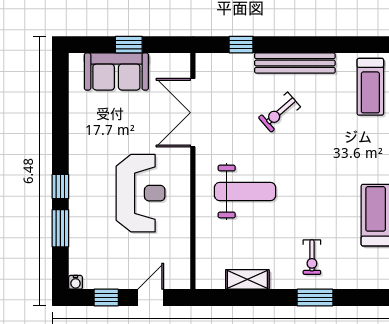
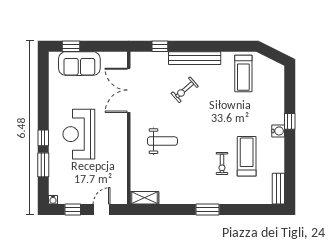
window: (129, 45) -> (71, 46), moved
weight bench: (245, 191) -> (162, 141), width x0.73, depth x0.75
reception desk: (141, 193) -> (79, 134), moved, turned 180
exercise bike: (312, 257) -> (222, 164), moved
shelving: (247, 279) -> (145, 198), moved

